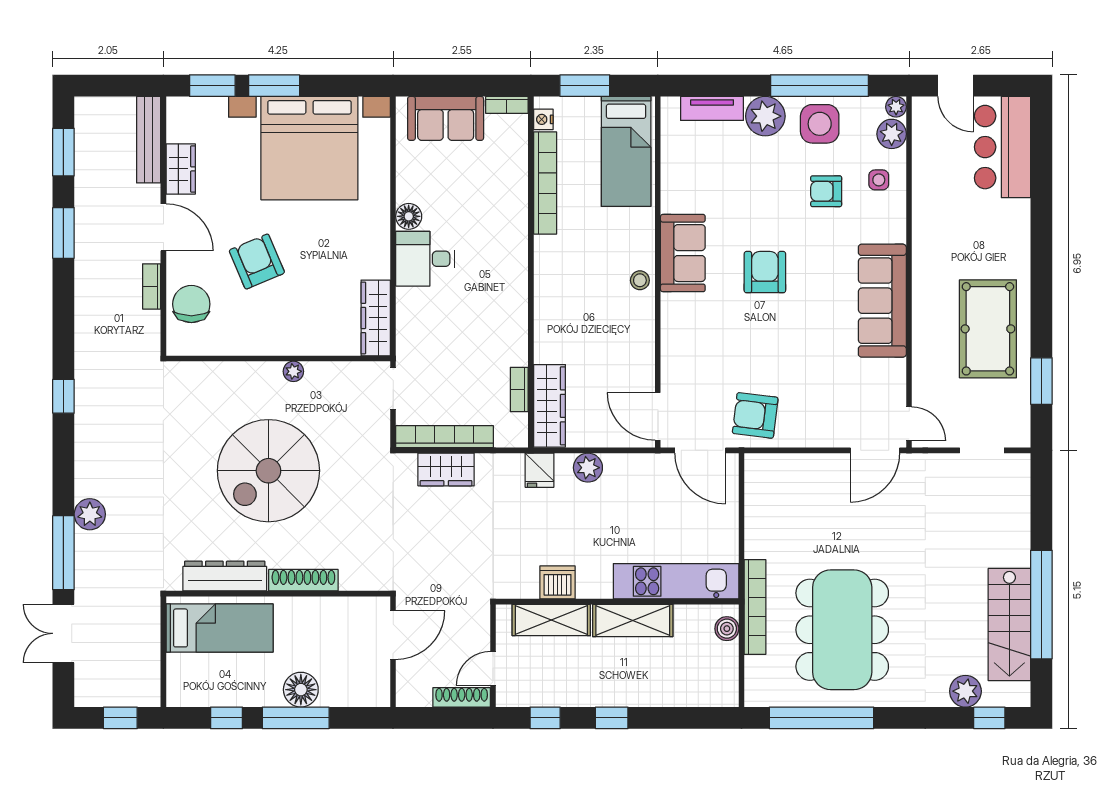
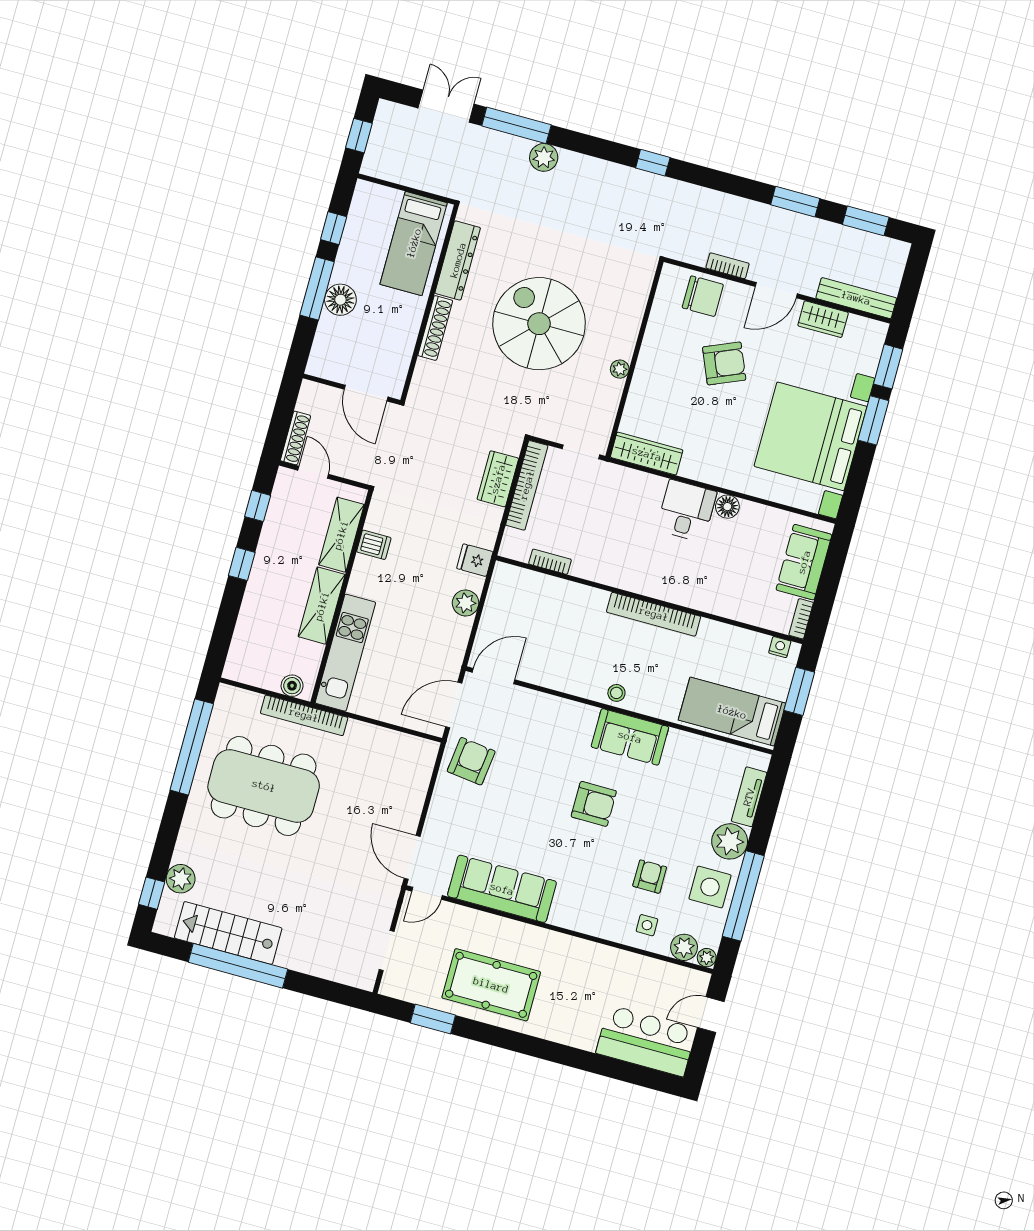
bookcase: (545, 183) -> (654, 614), moved
sofa: (882, 301) -> (502, 889), moved
wardrobe: (549, 406) -> (529, 584), removed
dishwasher: (558, 582) -> (374, 545), width x0.73

